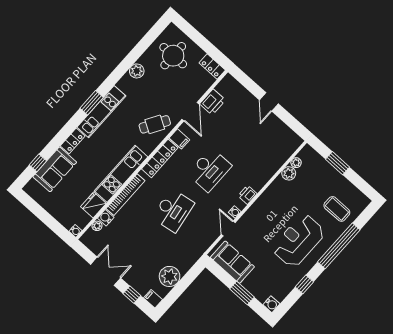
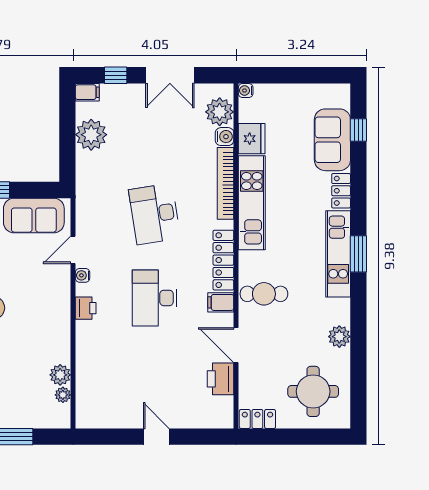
cafe table: (155, 124) -> (264, 294), turned 59
plant: (97, 226) -> (220, 112), width x1.87, depth x1.87
door: (228, 228) -> (73, 250), swing flipped

